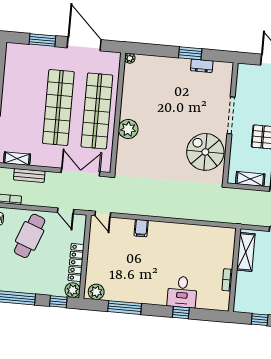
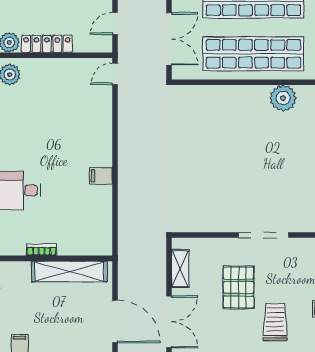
plant: (128, 129) -> (283, 98), moved
spiral stairs: (205, 152) -> (211, 205), removed
filing cabinet: (141, 228) -> (101, 176), moved
shelving: (246, 252) -> (69, 271), width x1.47

